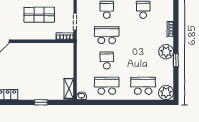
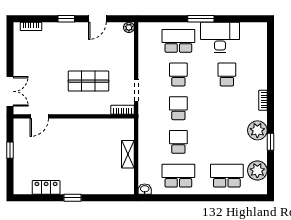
school desk: (107, 35) -> (178, 108), width x0.54
shelving: (69, 89) -> (128, 154), moved
plant: (166, 92) -> (257, 170), moved
window: (41, 102) -> (73, 198), moved

